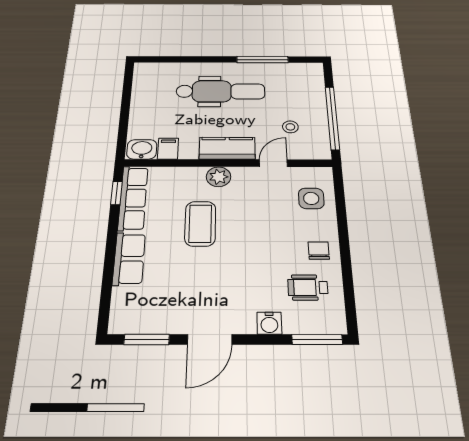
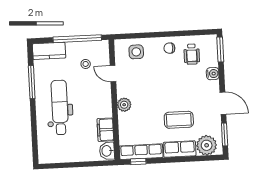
kitchen counter: (227, 148) -> (49, 51), moved, turned -90
filing cabinet: (168, 149) -> (105, 130), width x2.00
coffee table: (200, 224) -> (179, 120), moved
plant: (130, 305) -> (207, 145), added

